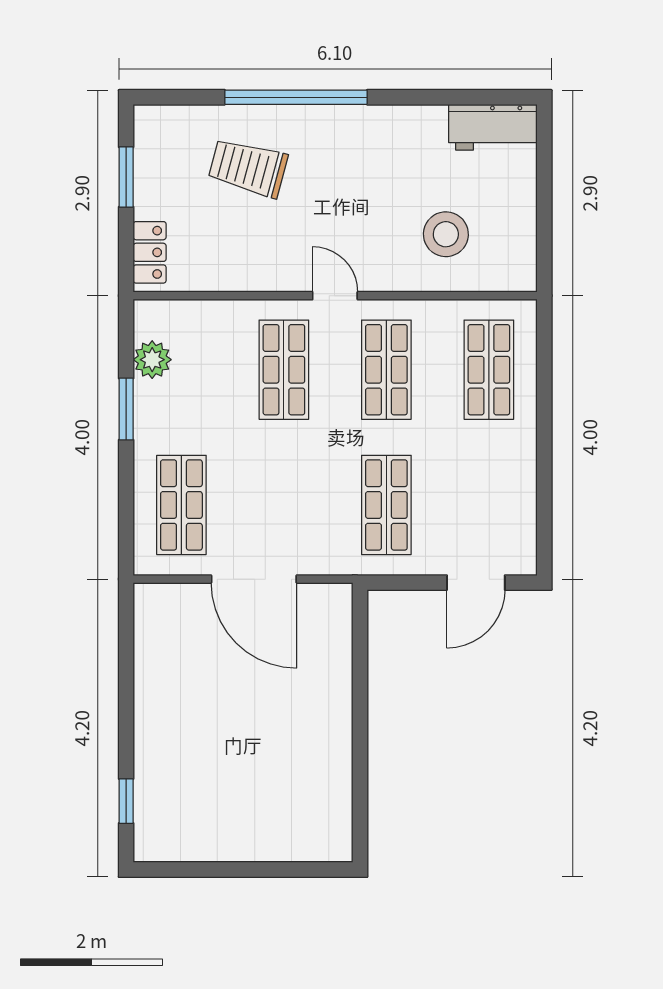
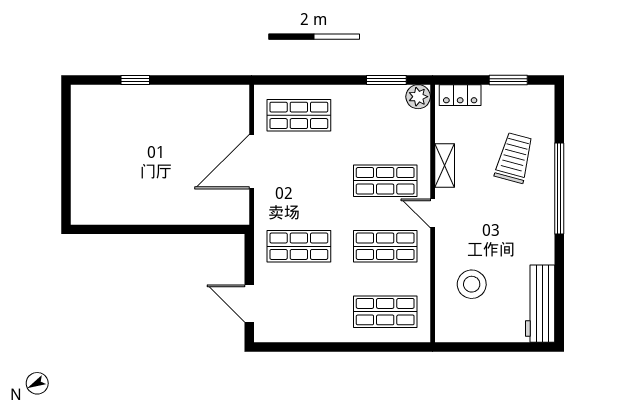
workbench: (493, 127) -> (540, 304), width x1.38
shelving: (260, 277) -> (445, 166), added
door: (335, 296) -> (433, 213), swing flipped
plant: (152, 360) -> (418, 97), moved
window: (126, 409) -> (386, 80), moved
window: (126, 801) -> (135, 80), moved

